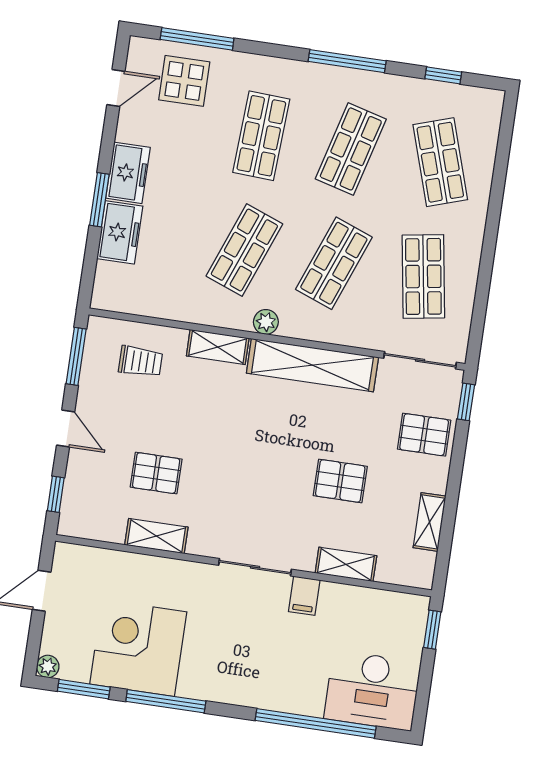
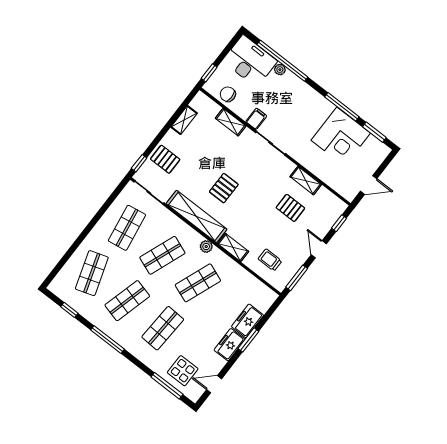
pallet: (340, 481) -> (224, 188), moved, turned 90
chair: (378, 611) -> (228, 94), added
plant: (48, 666) -> (280, 70), moved

